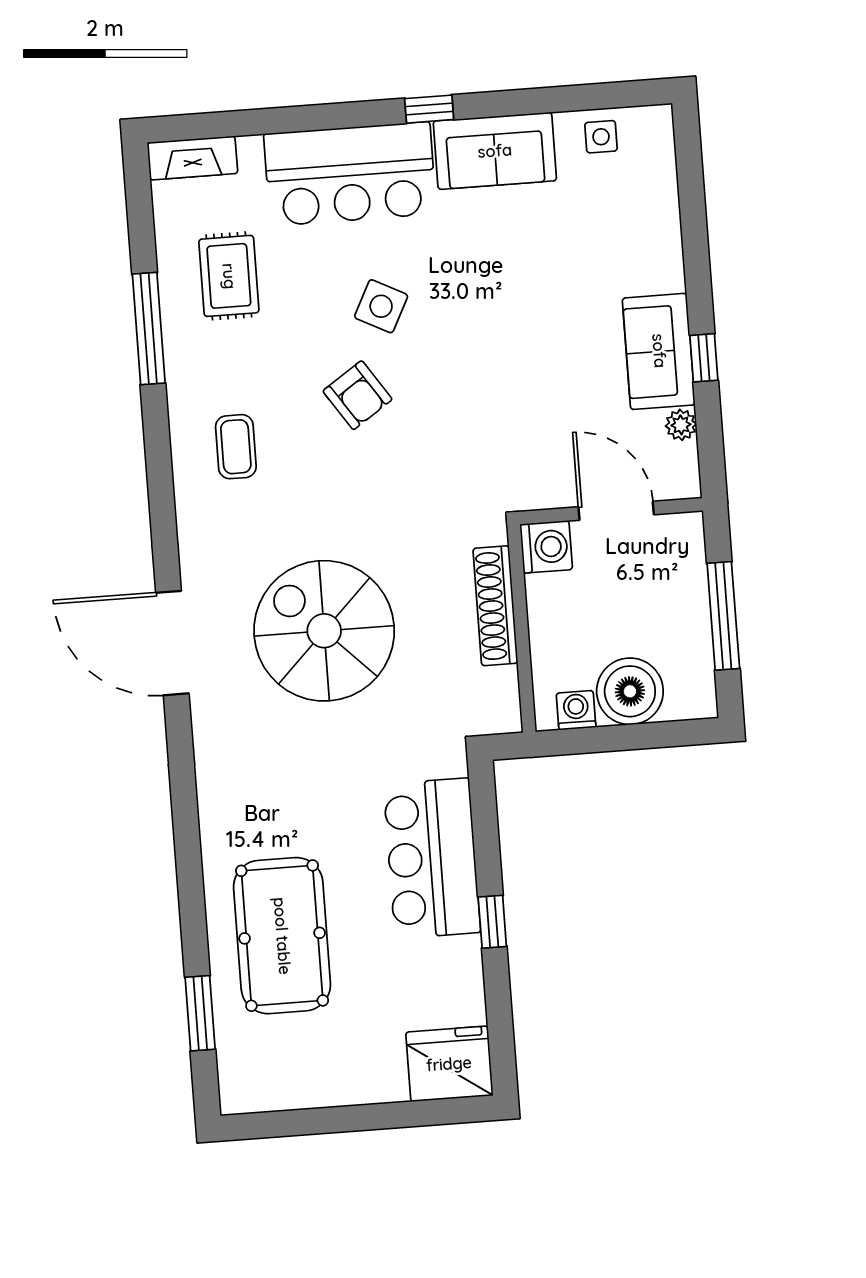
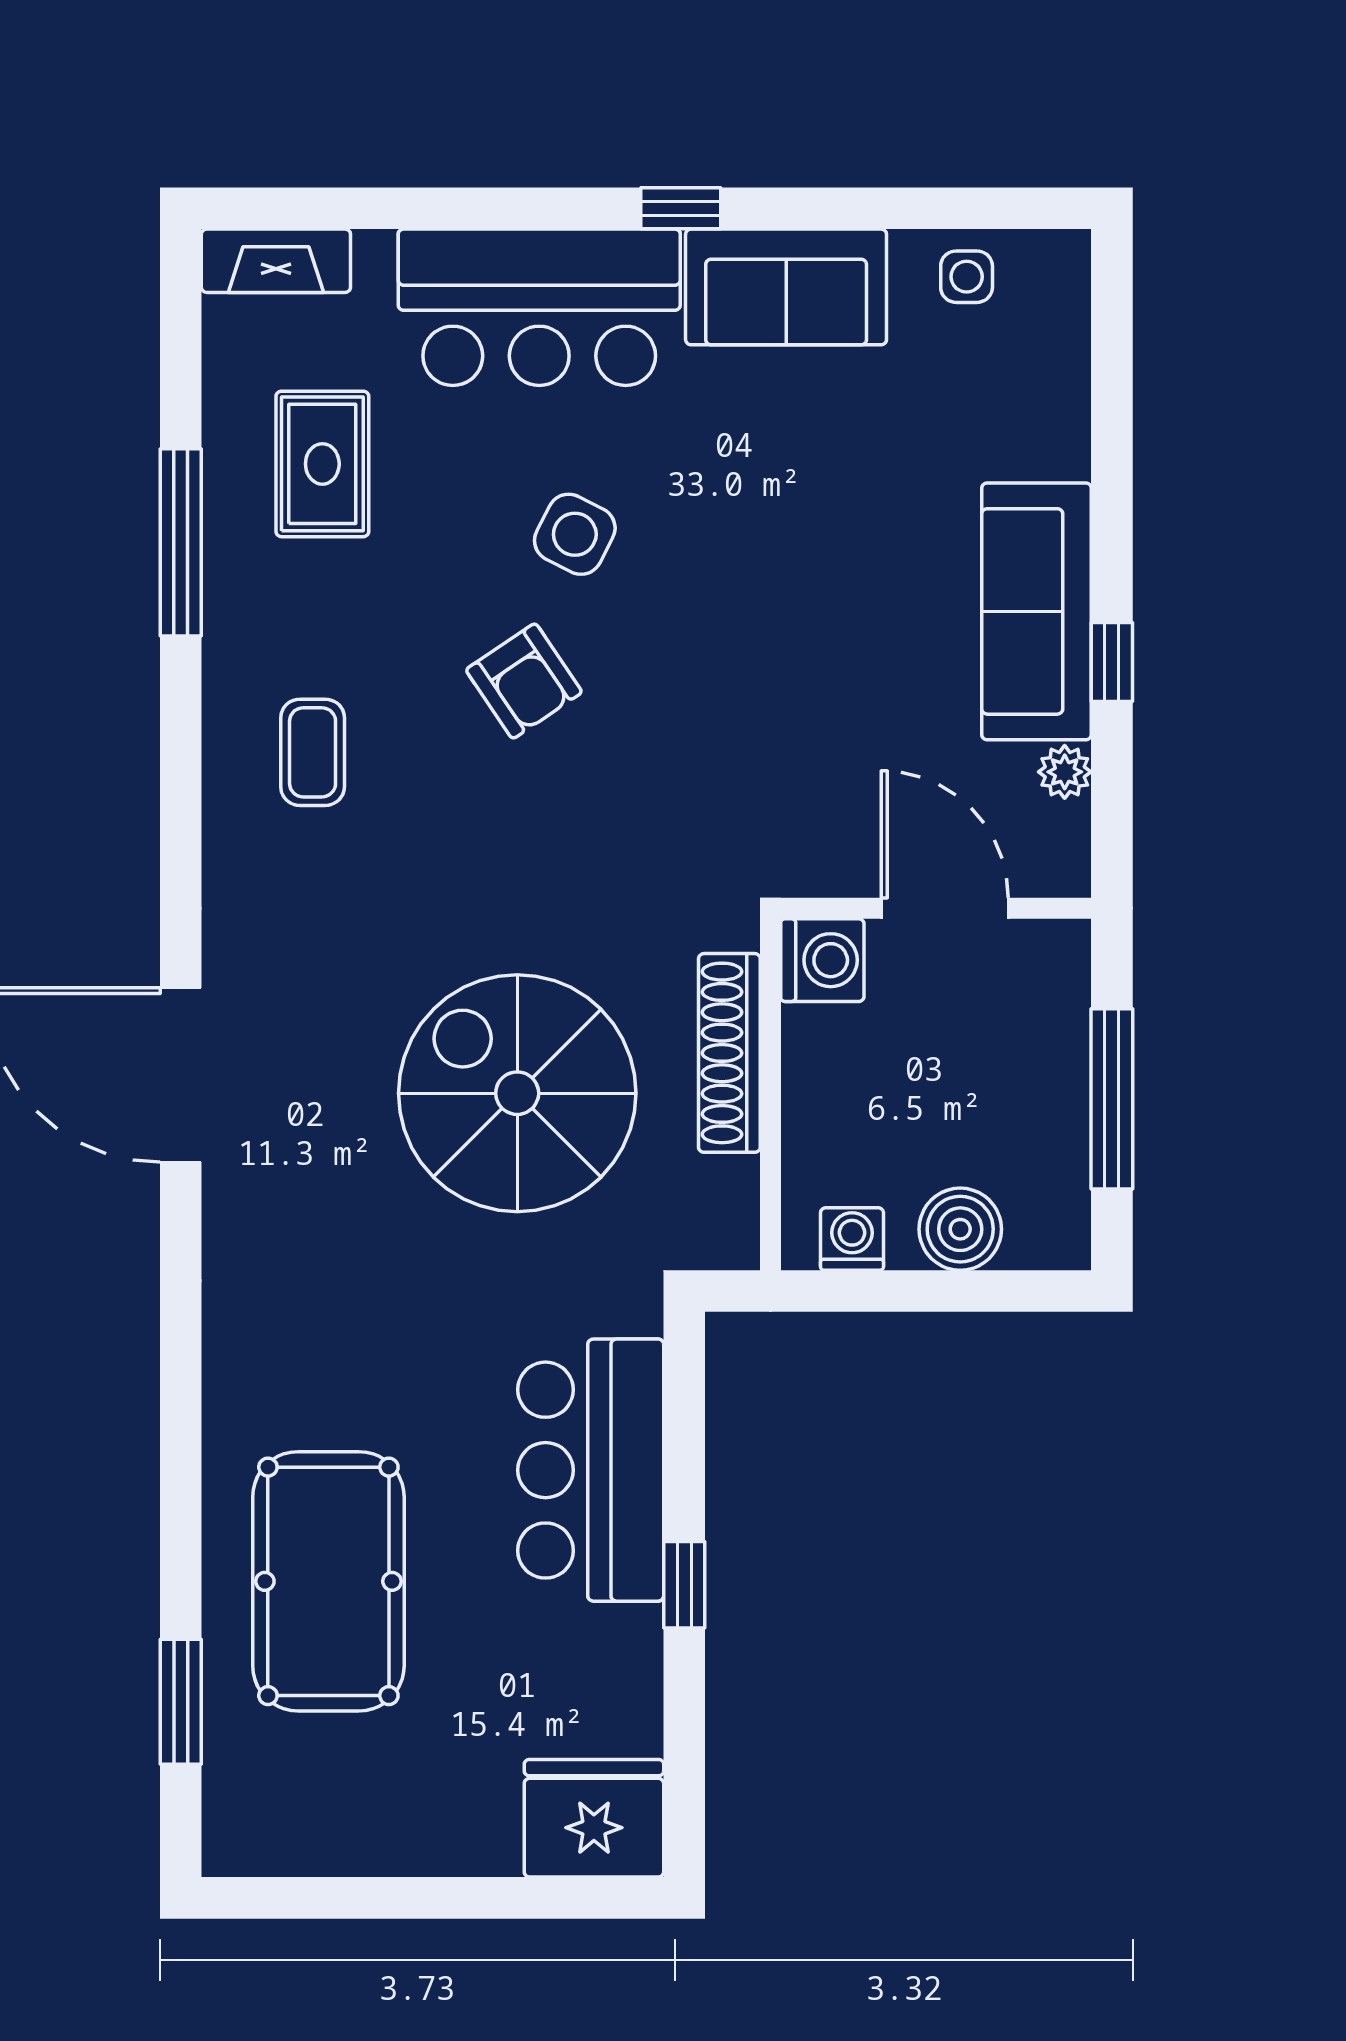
sofa: (659, 351) -> (1036, 611), width x1.36
spiral stairs: (324, 631) -> (517, 1093), moved
boiler: (630, 691) -> (960, 1229), width x0.73, depth x0.73

